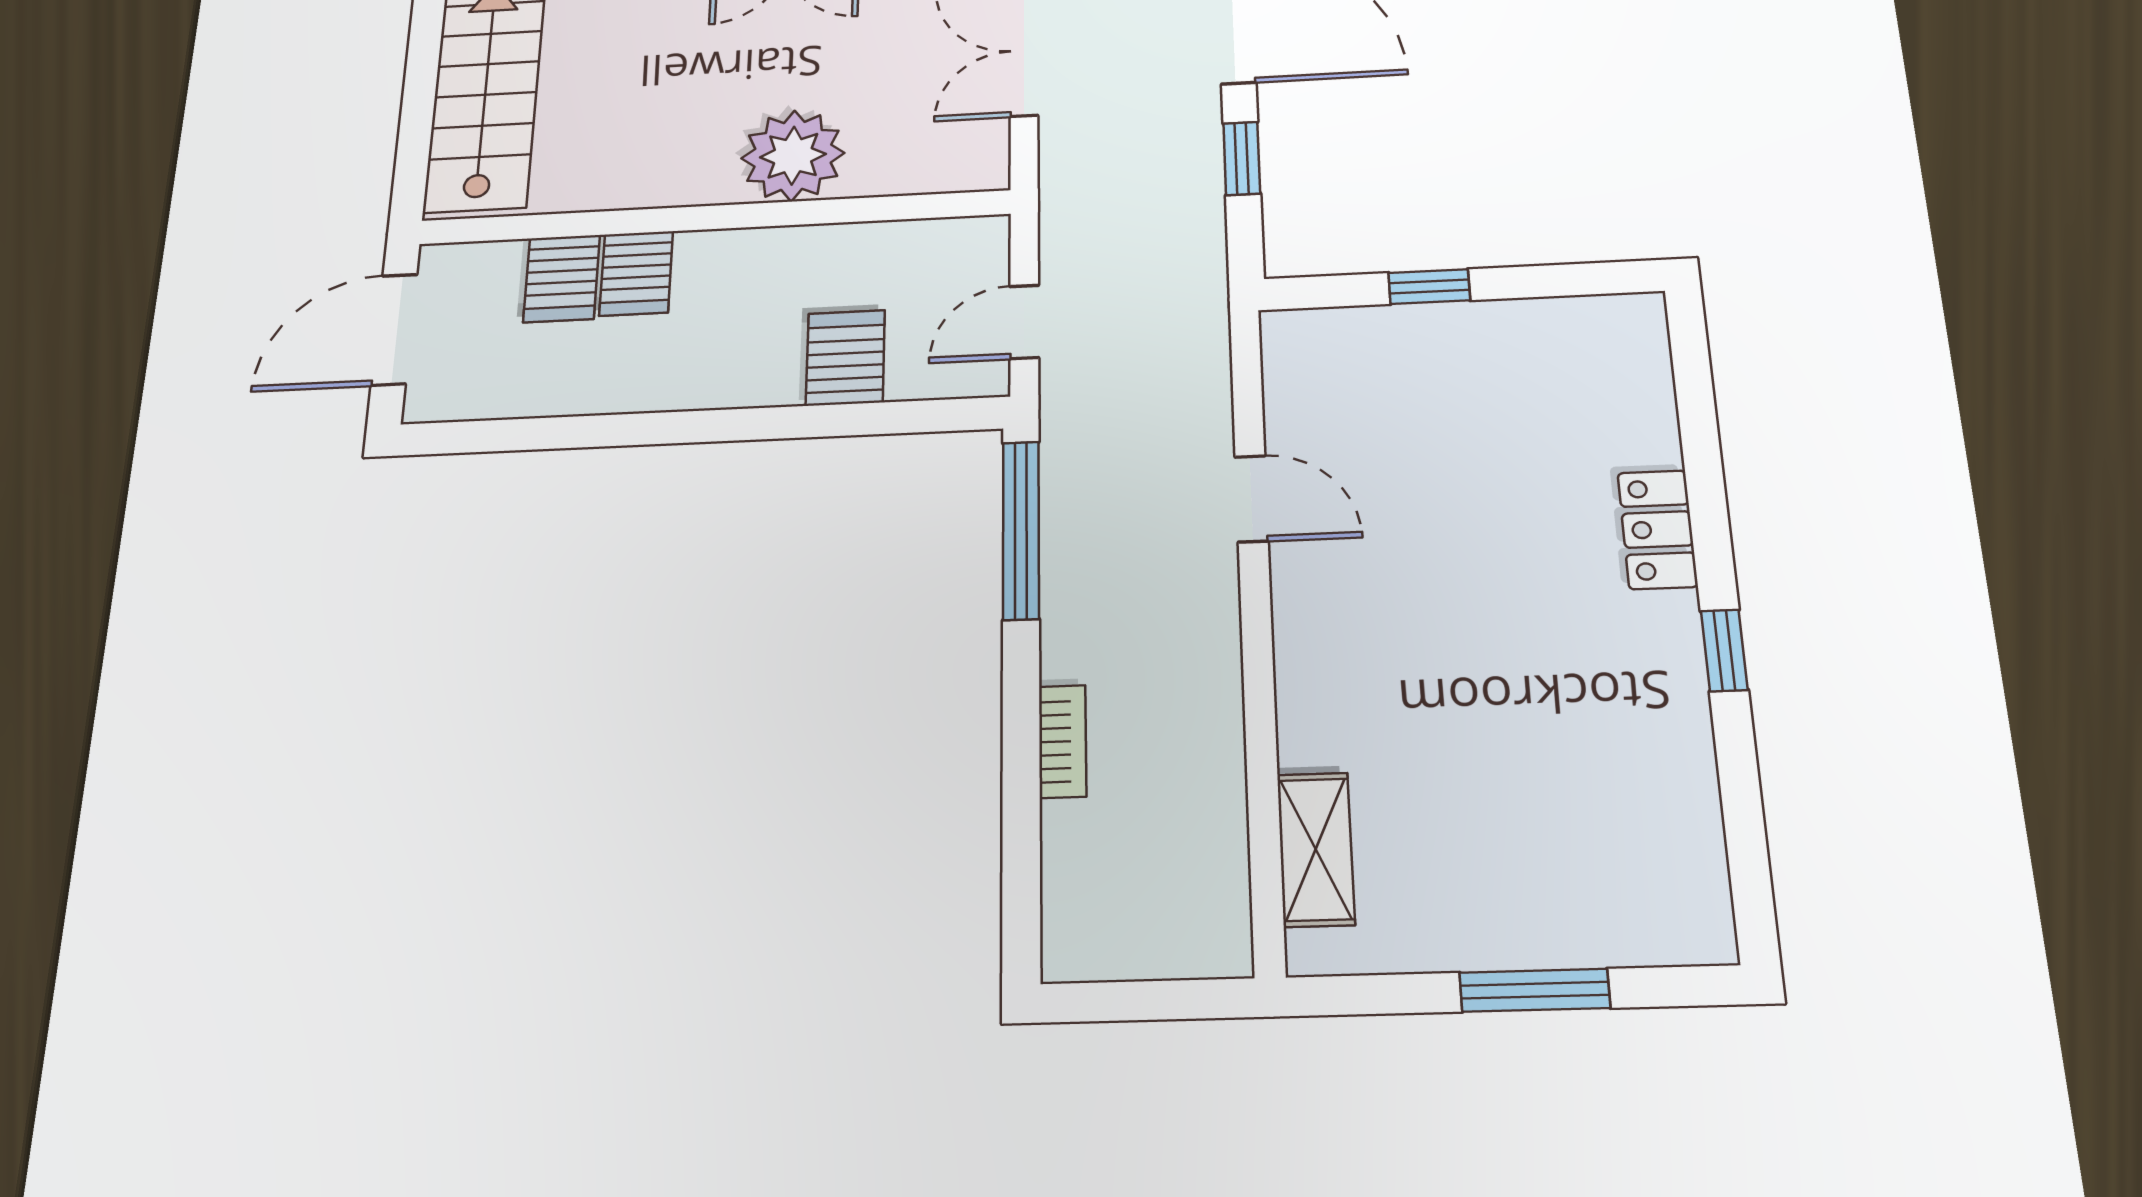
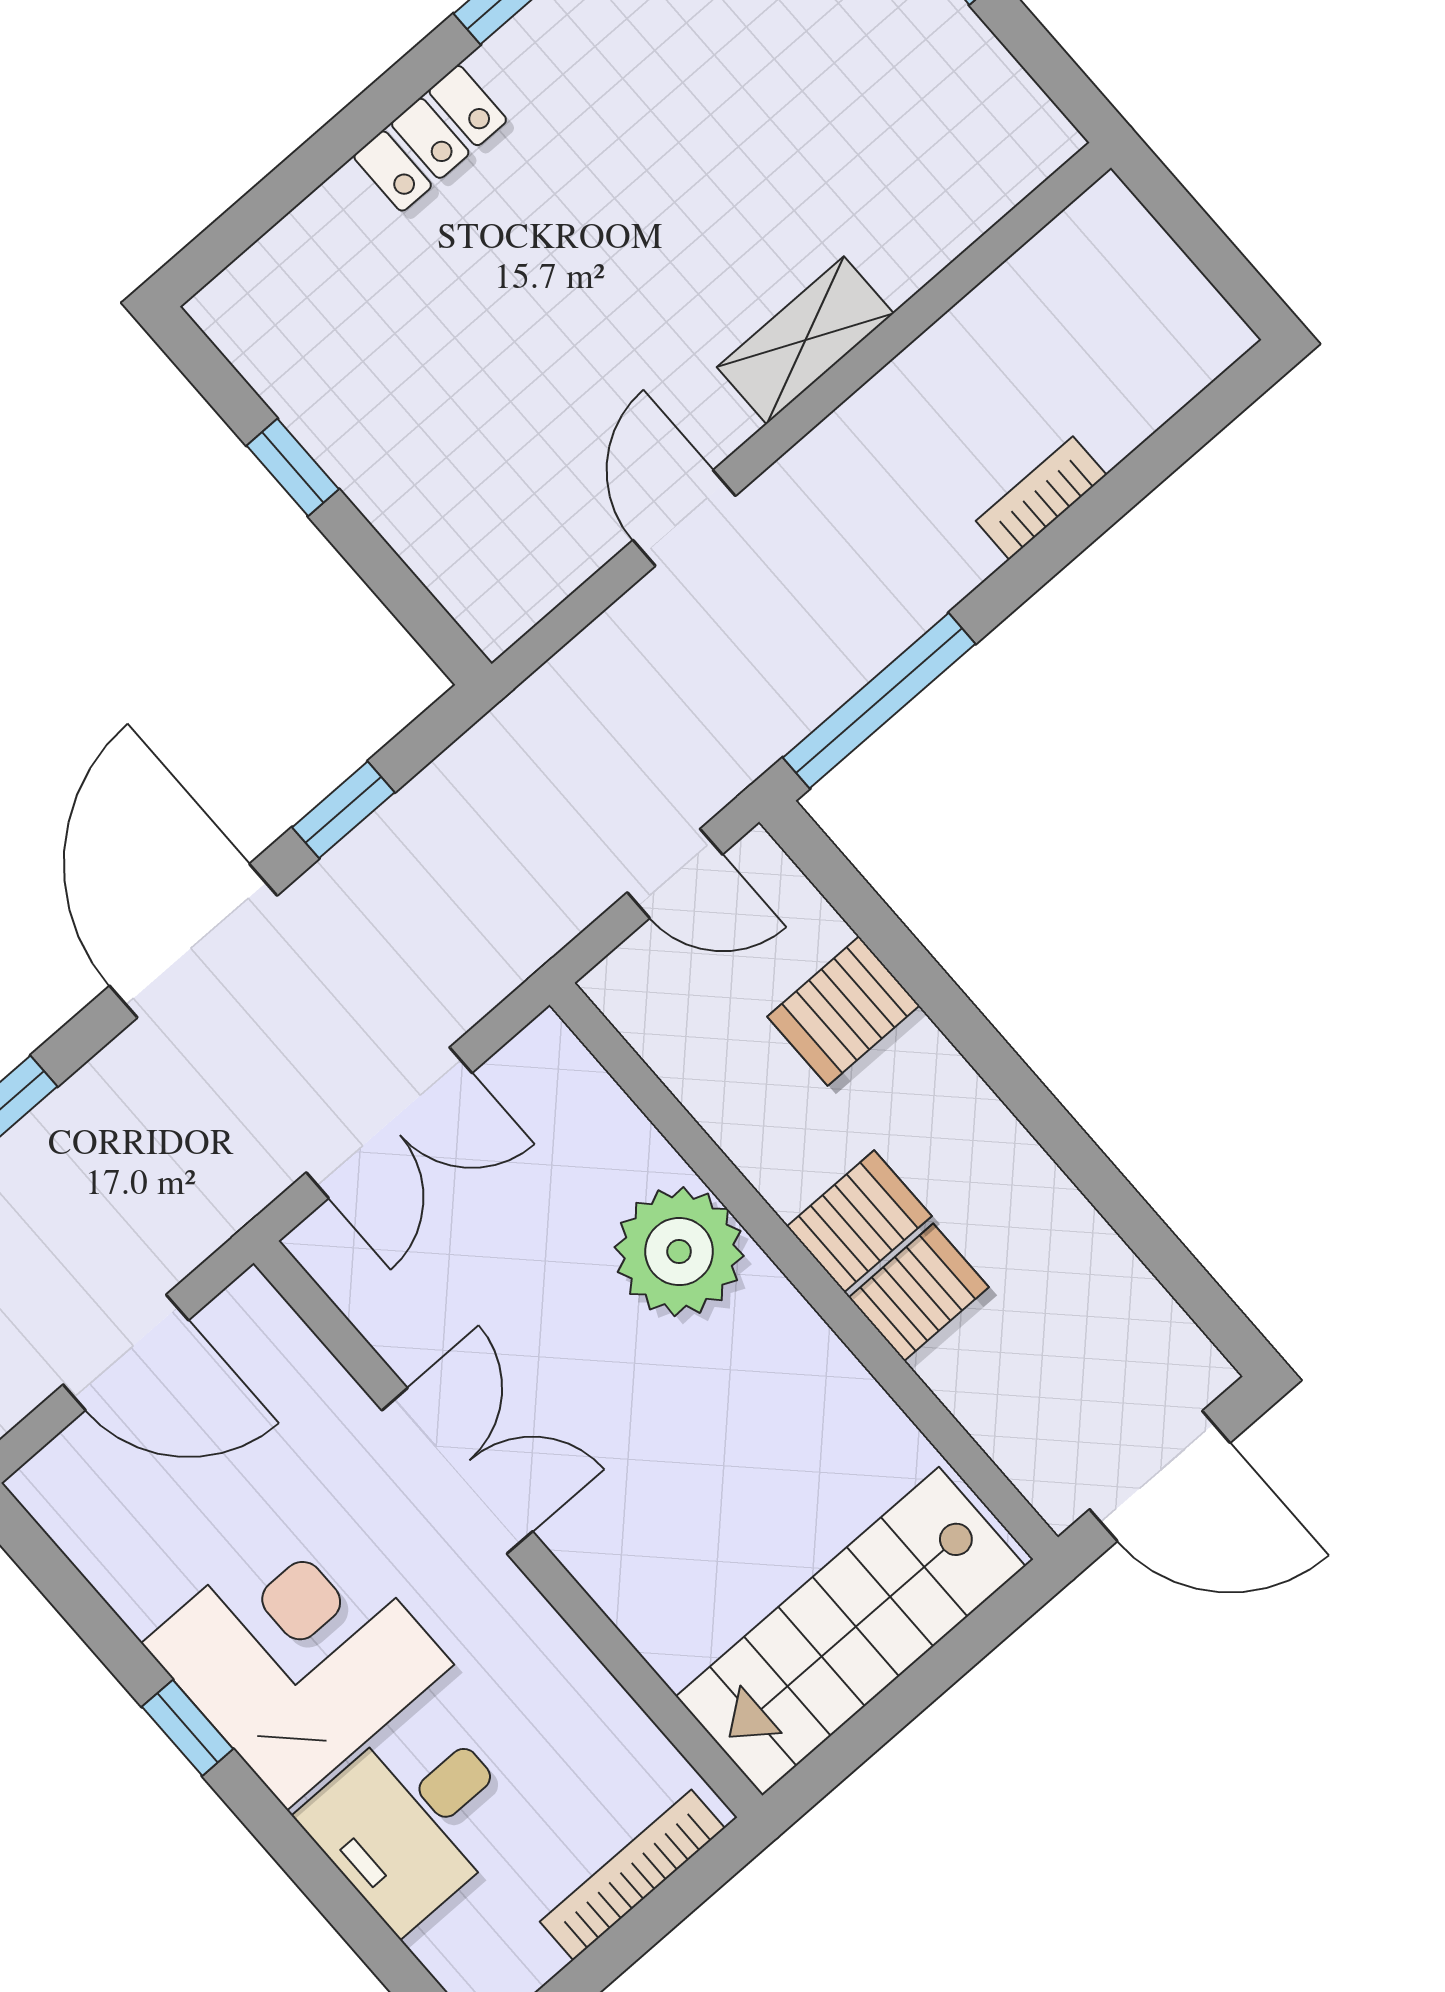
server rack: (562, 278) -> (859, 1221), moved
window: (1429, 287) -> (293, 467), moved
shelving: (1316, 849) -> (805, 340), moved

